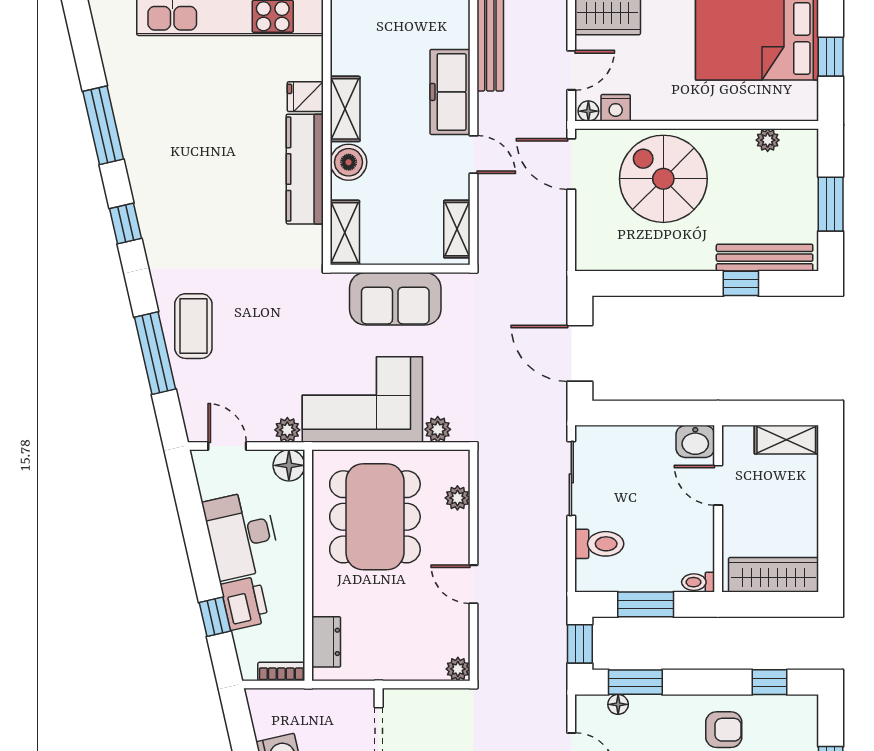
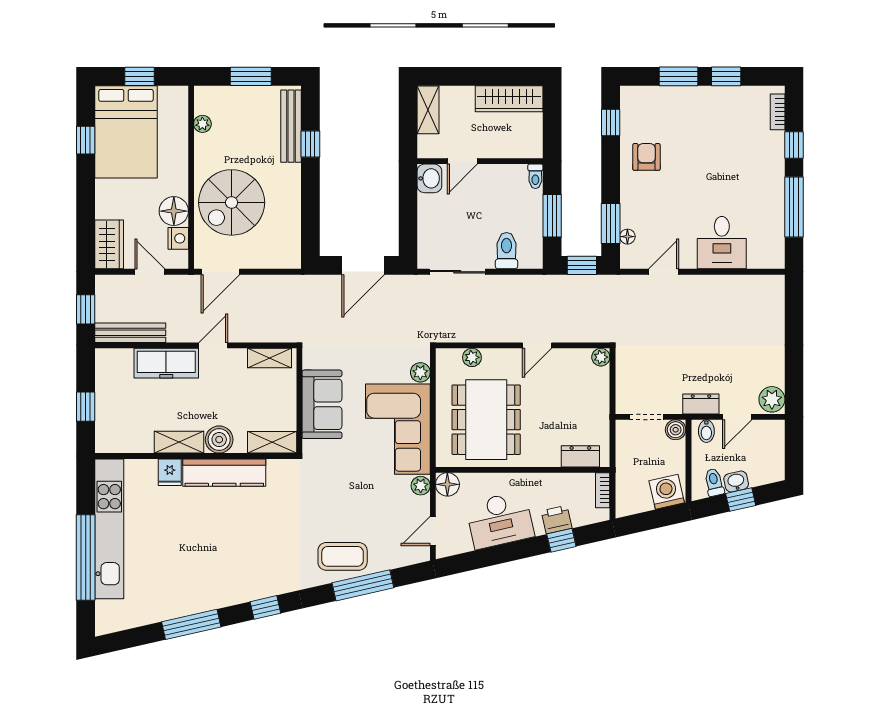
floor lamp: (588, 111) -> (174, 211), moved, width x1.89, depth x1.89
dining table: (375, 517) -> (486, 420), turned 90
wardrobe: (773, 575) -> (509, 99), moved, turned -90
printer: (245, 603) -> (556, 520), width x0.73, depth x0.81

